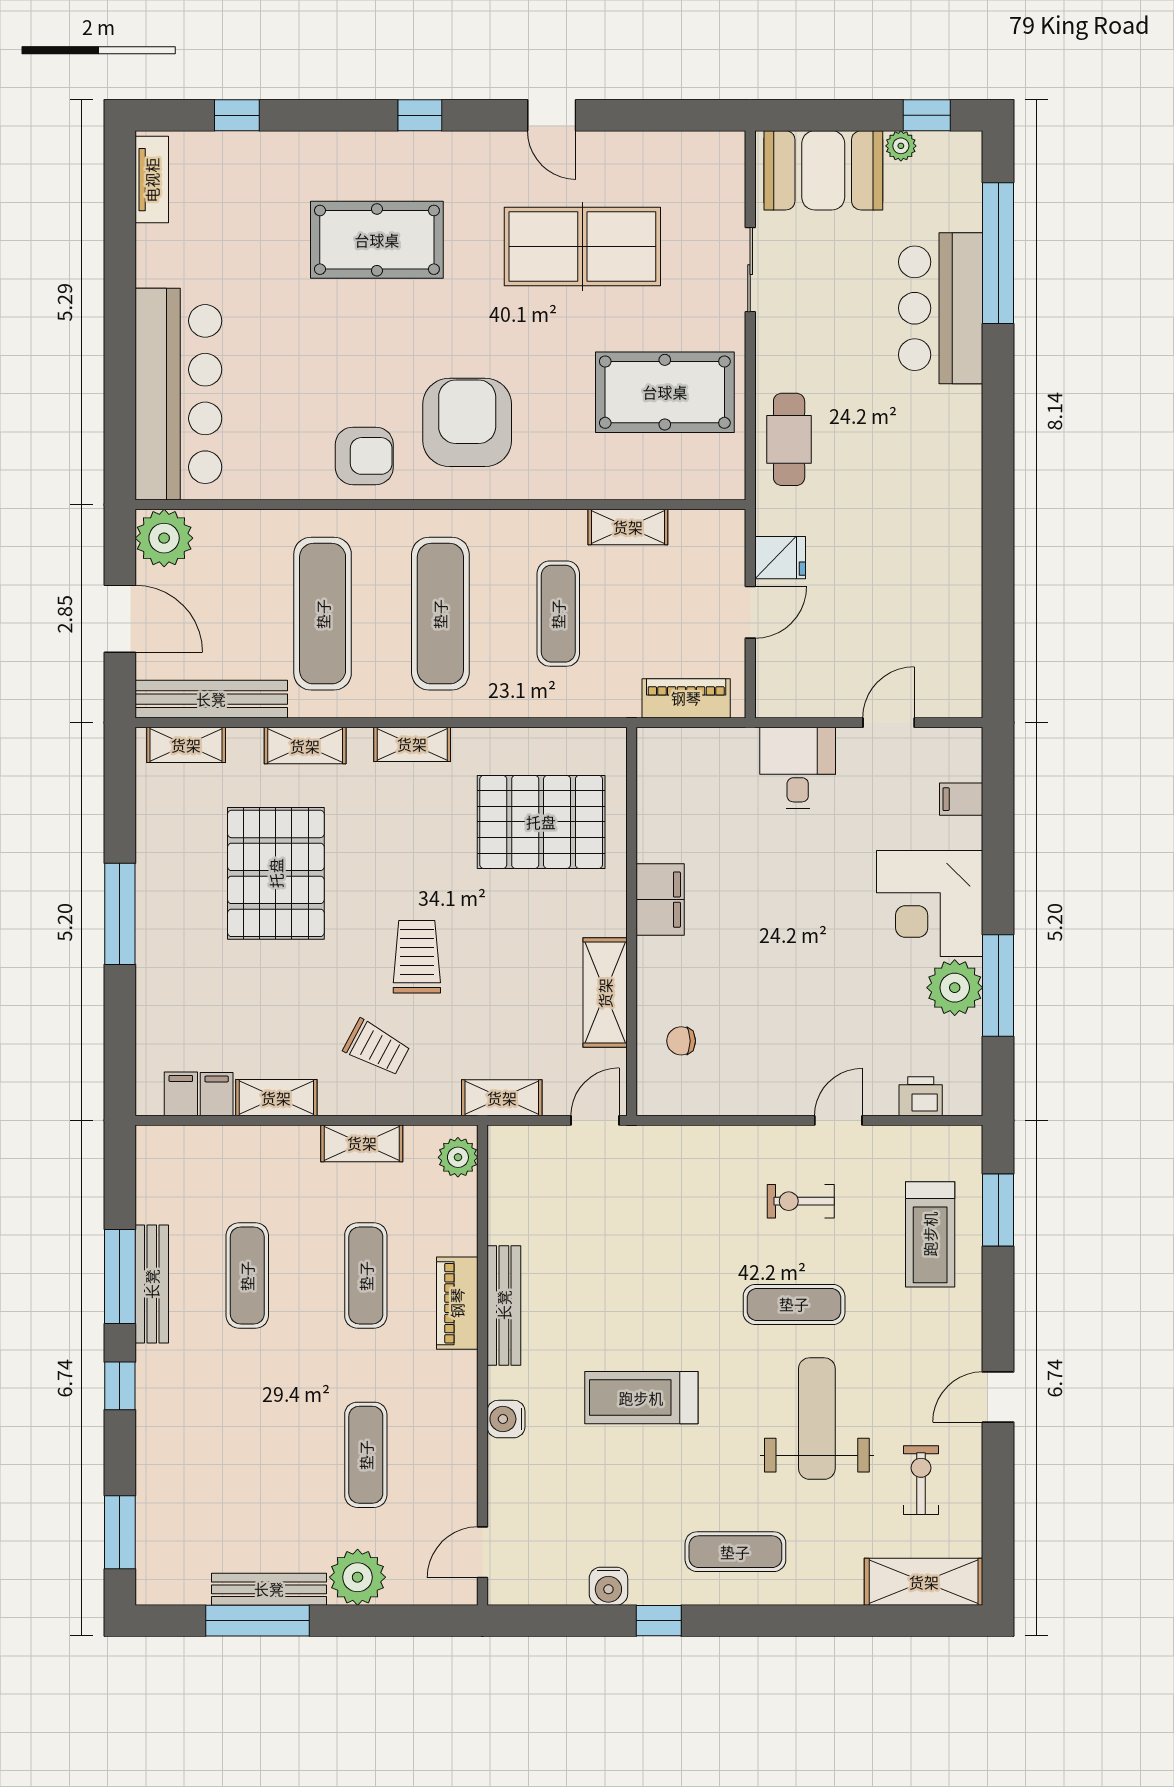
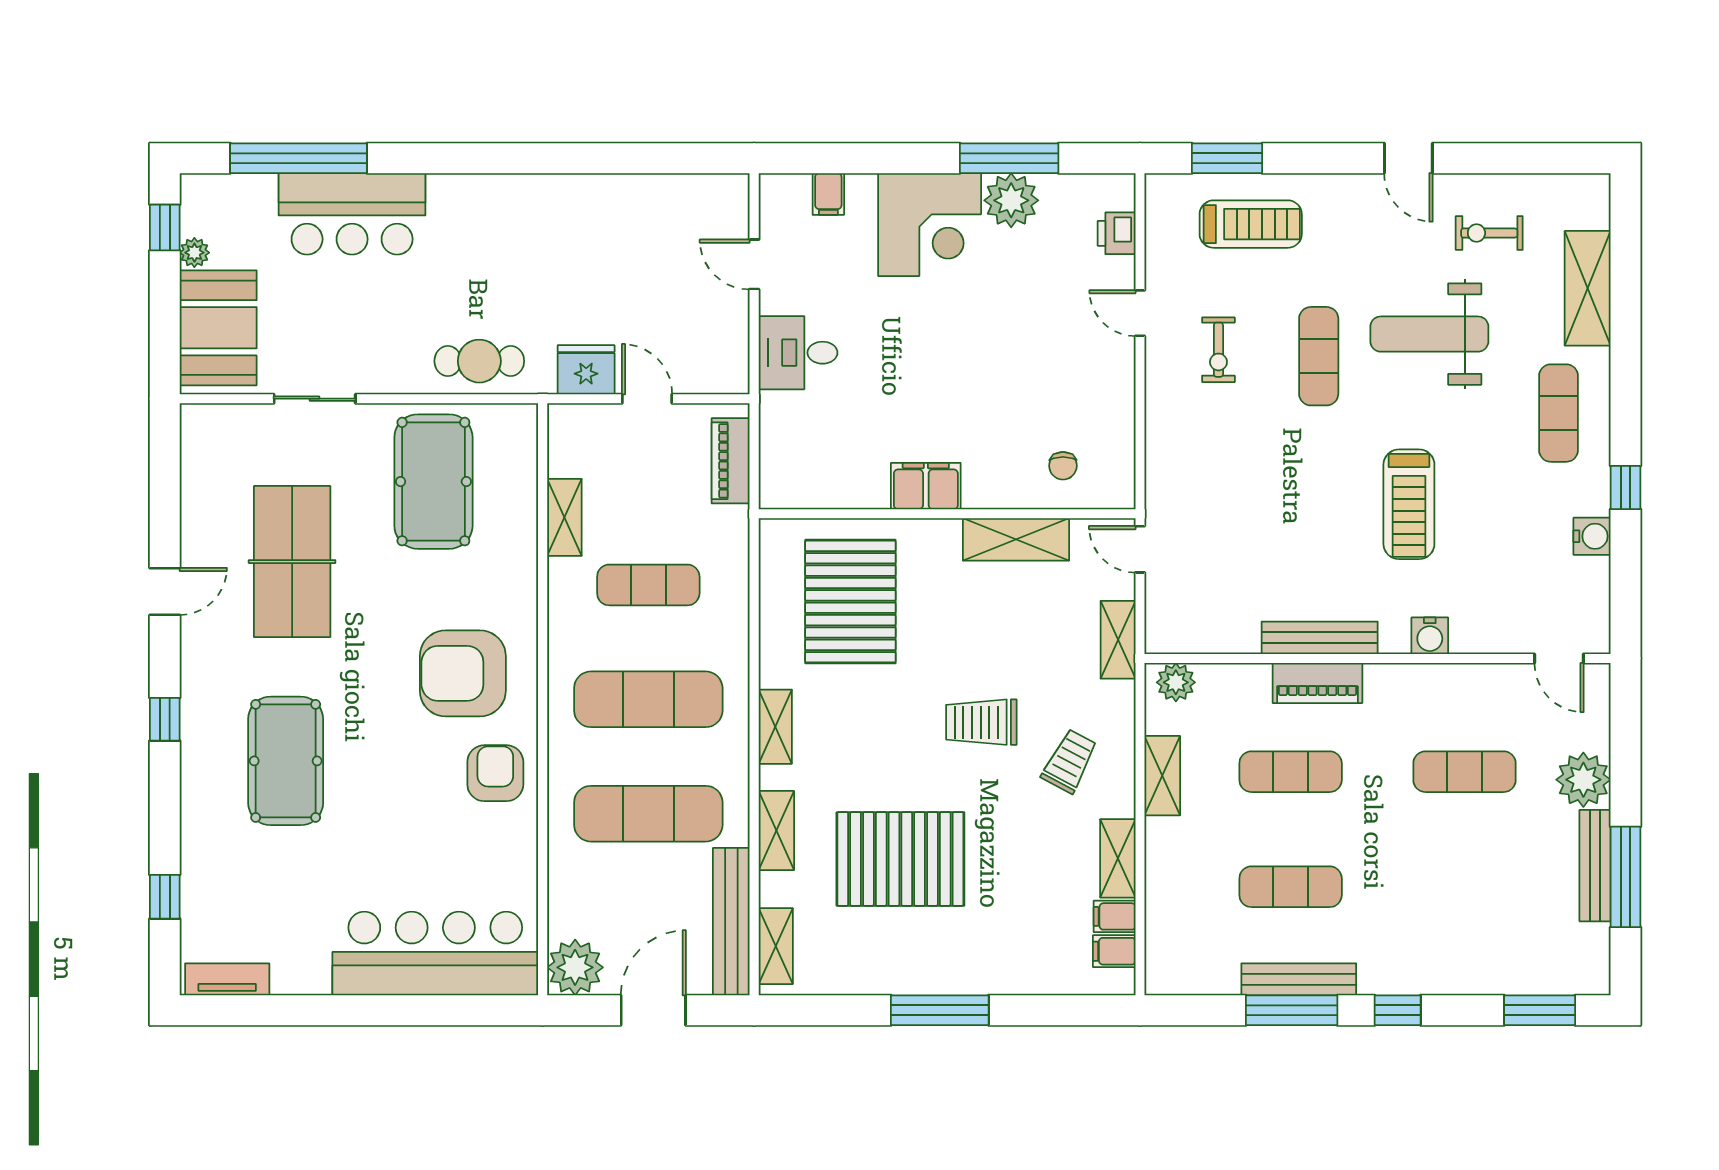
fridge: (780, 558) -> (586, 370), width x1.38
shelving: (924, 1582) -> (1588, 288), moved

